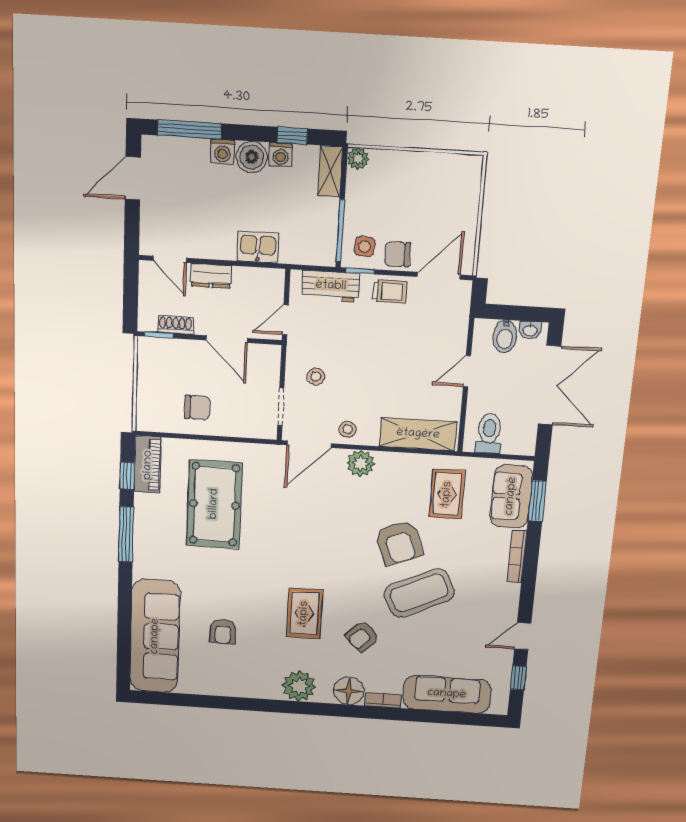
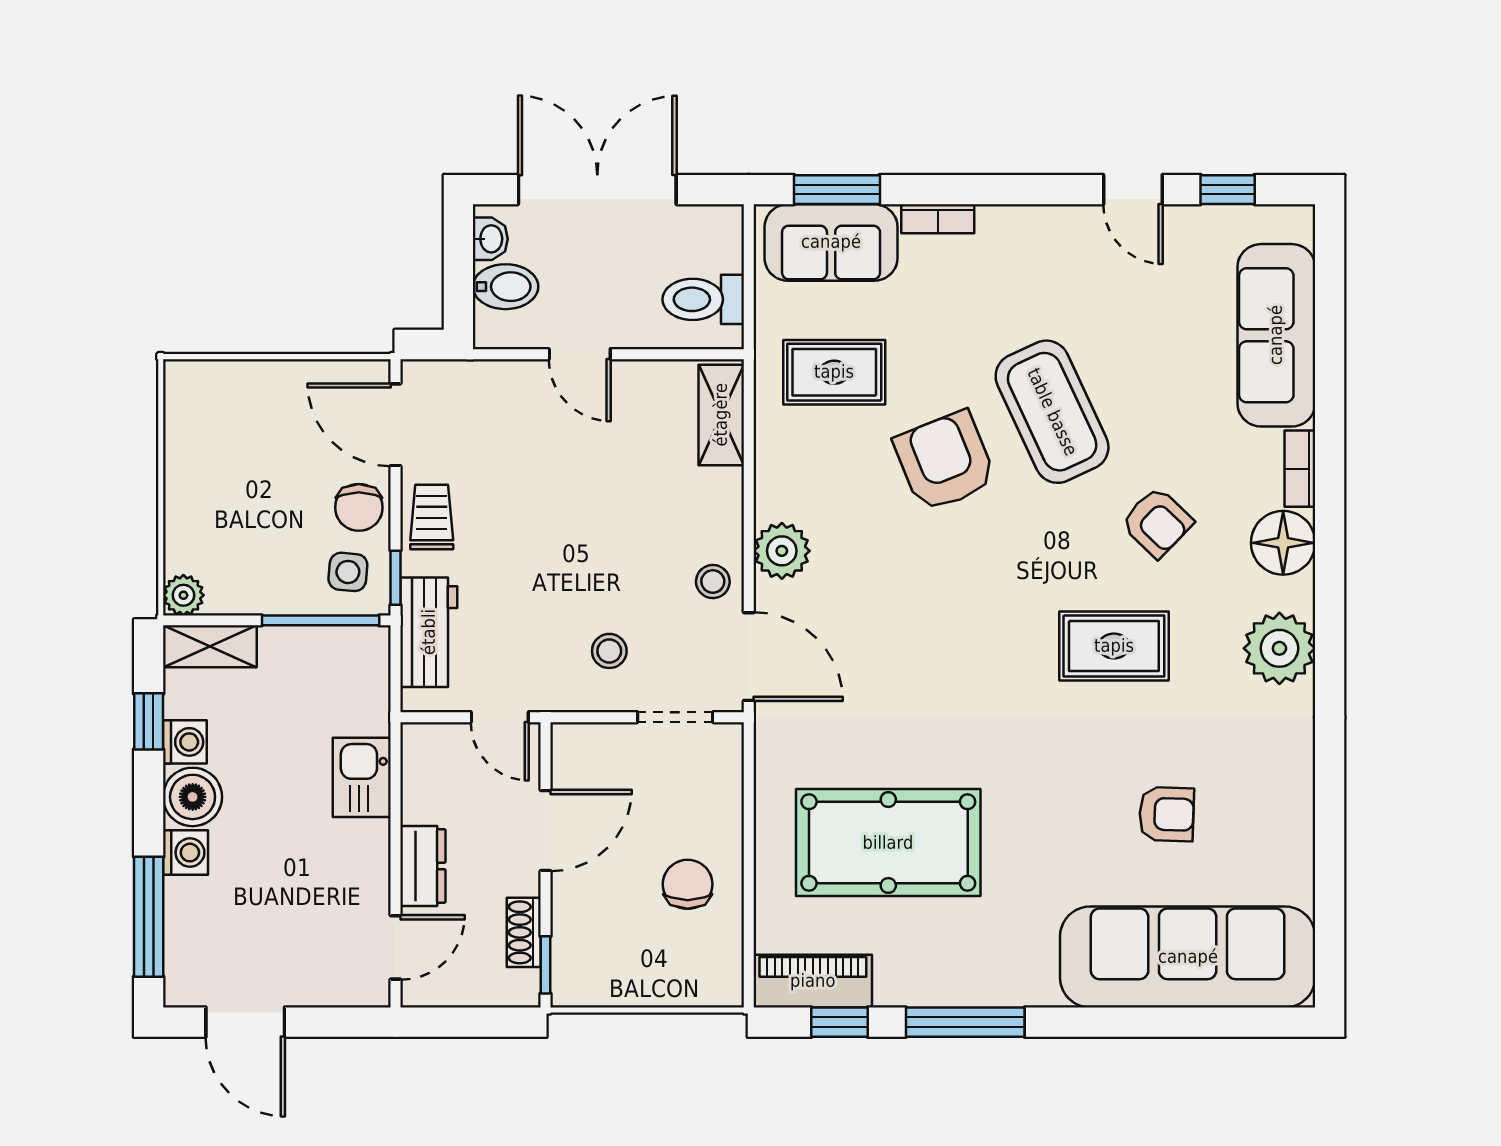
shelving: (418, 434) -> (721, 415), width x0.67, depth x0.75
armchair: (399, 543) -> (945, 461), turned -91
bookcase: (517, 556) -> (938, 219), width x0.64

